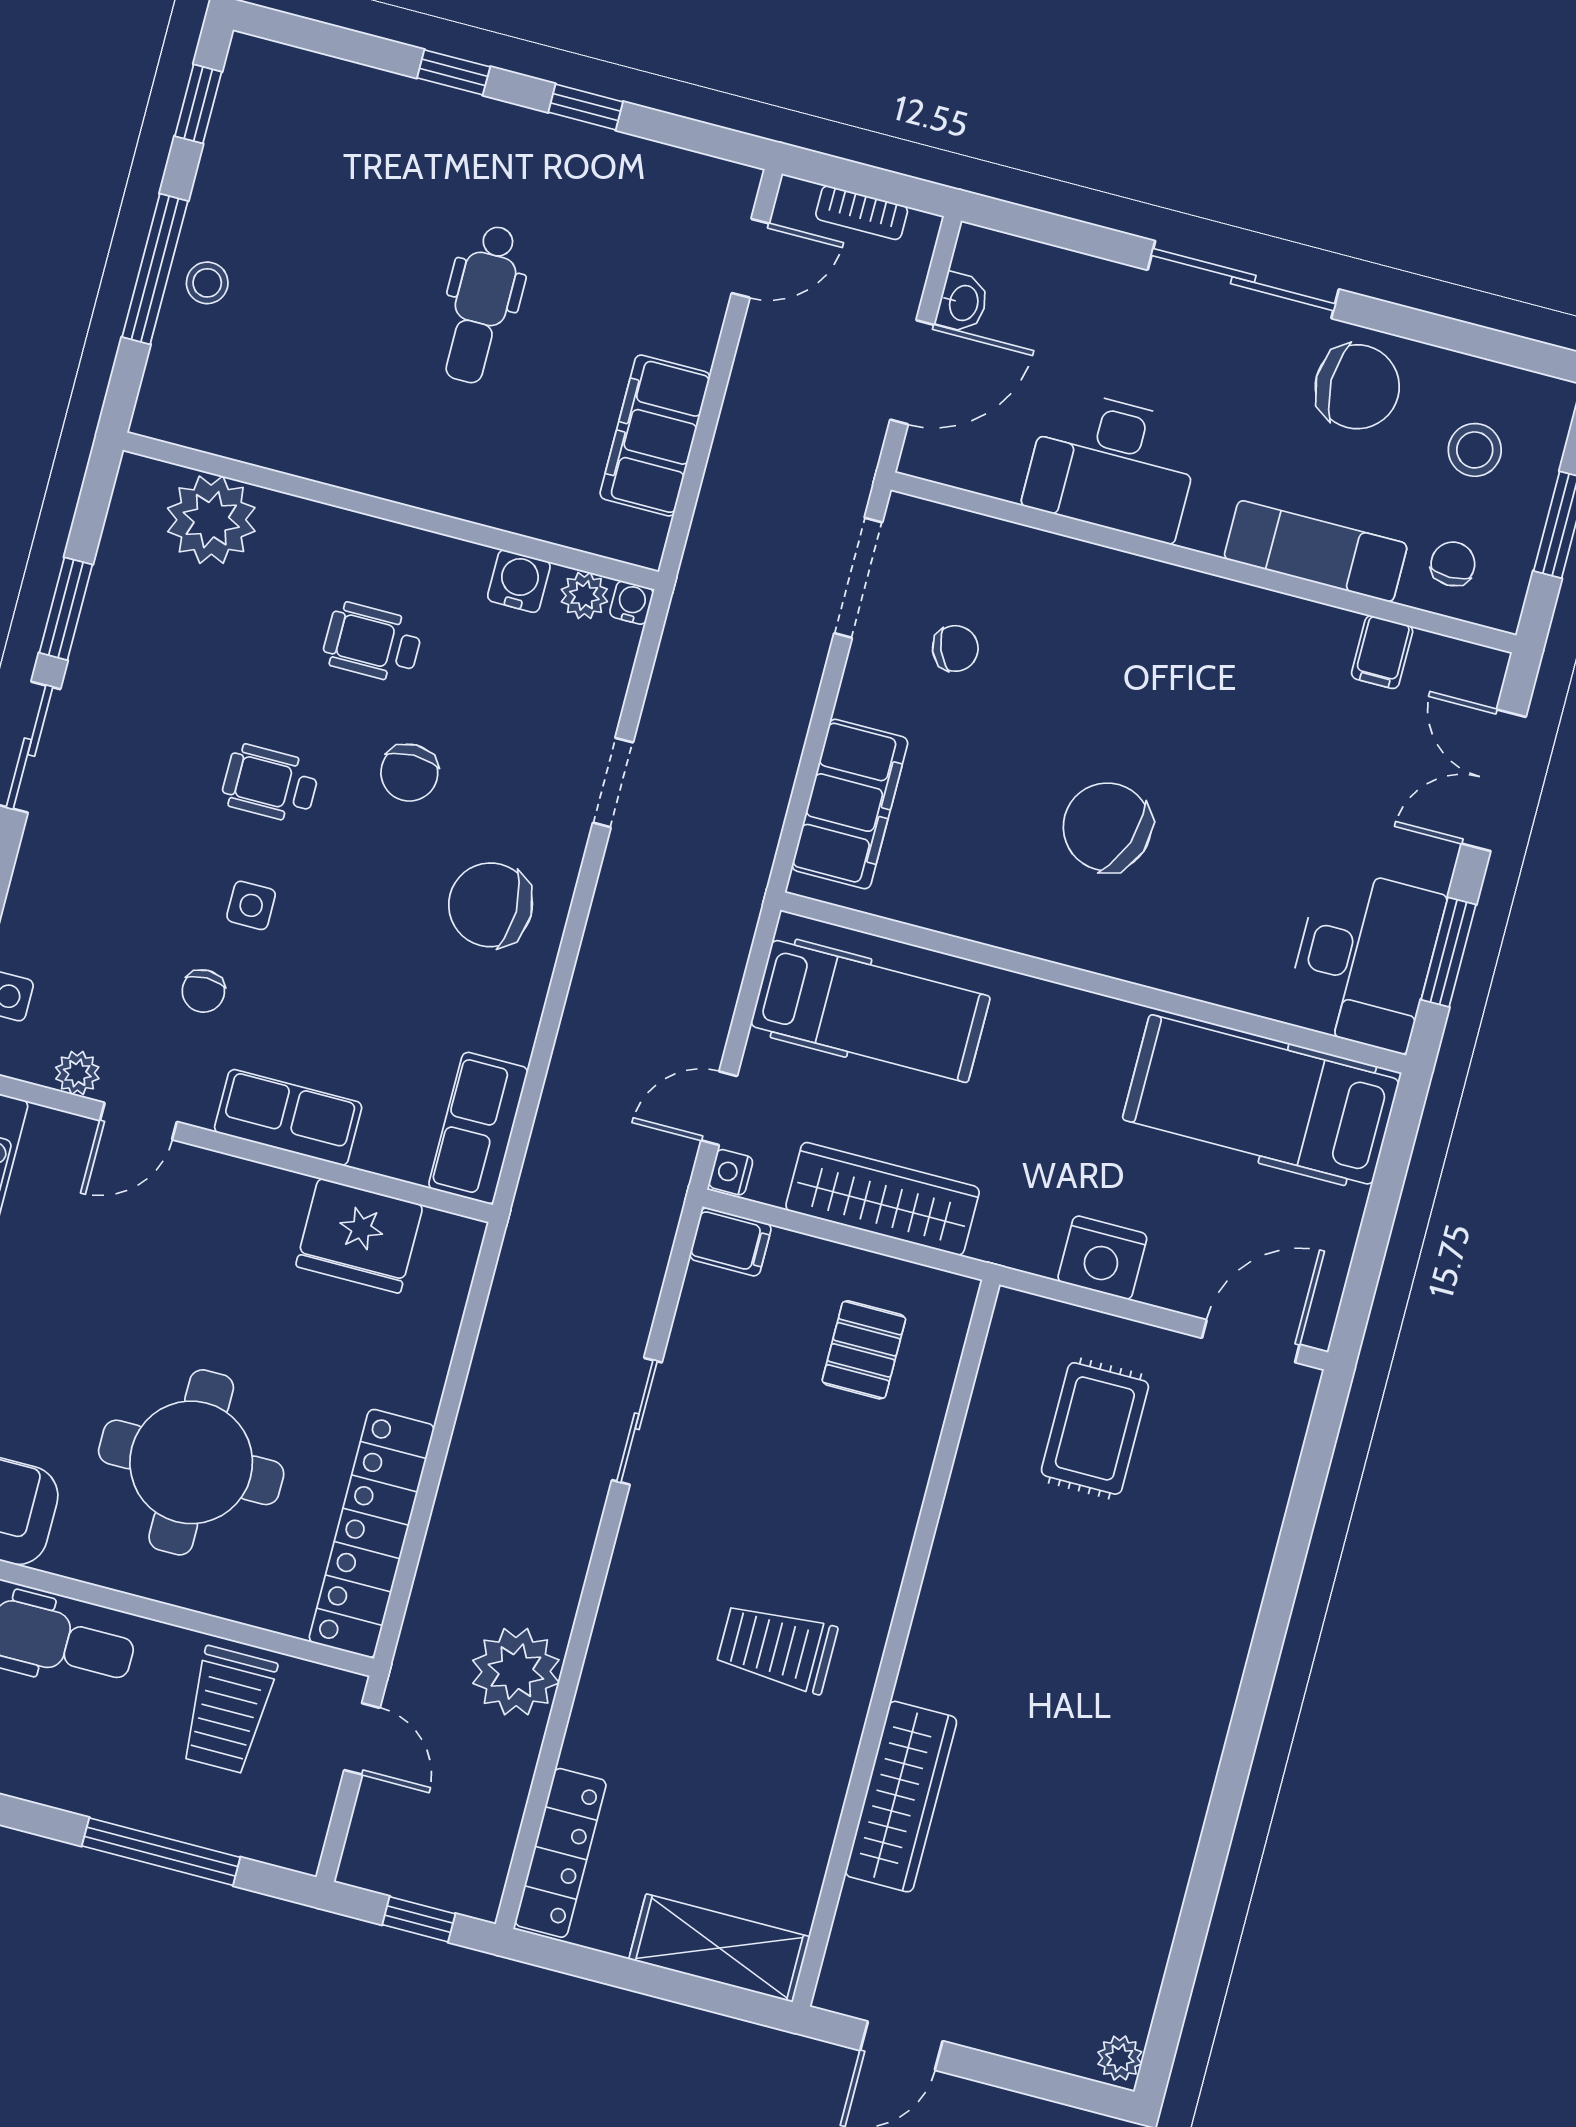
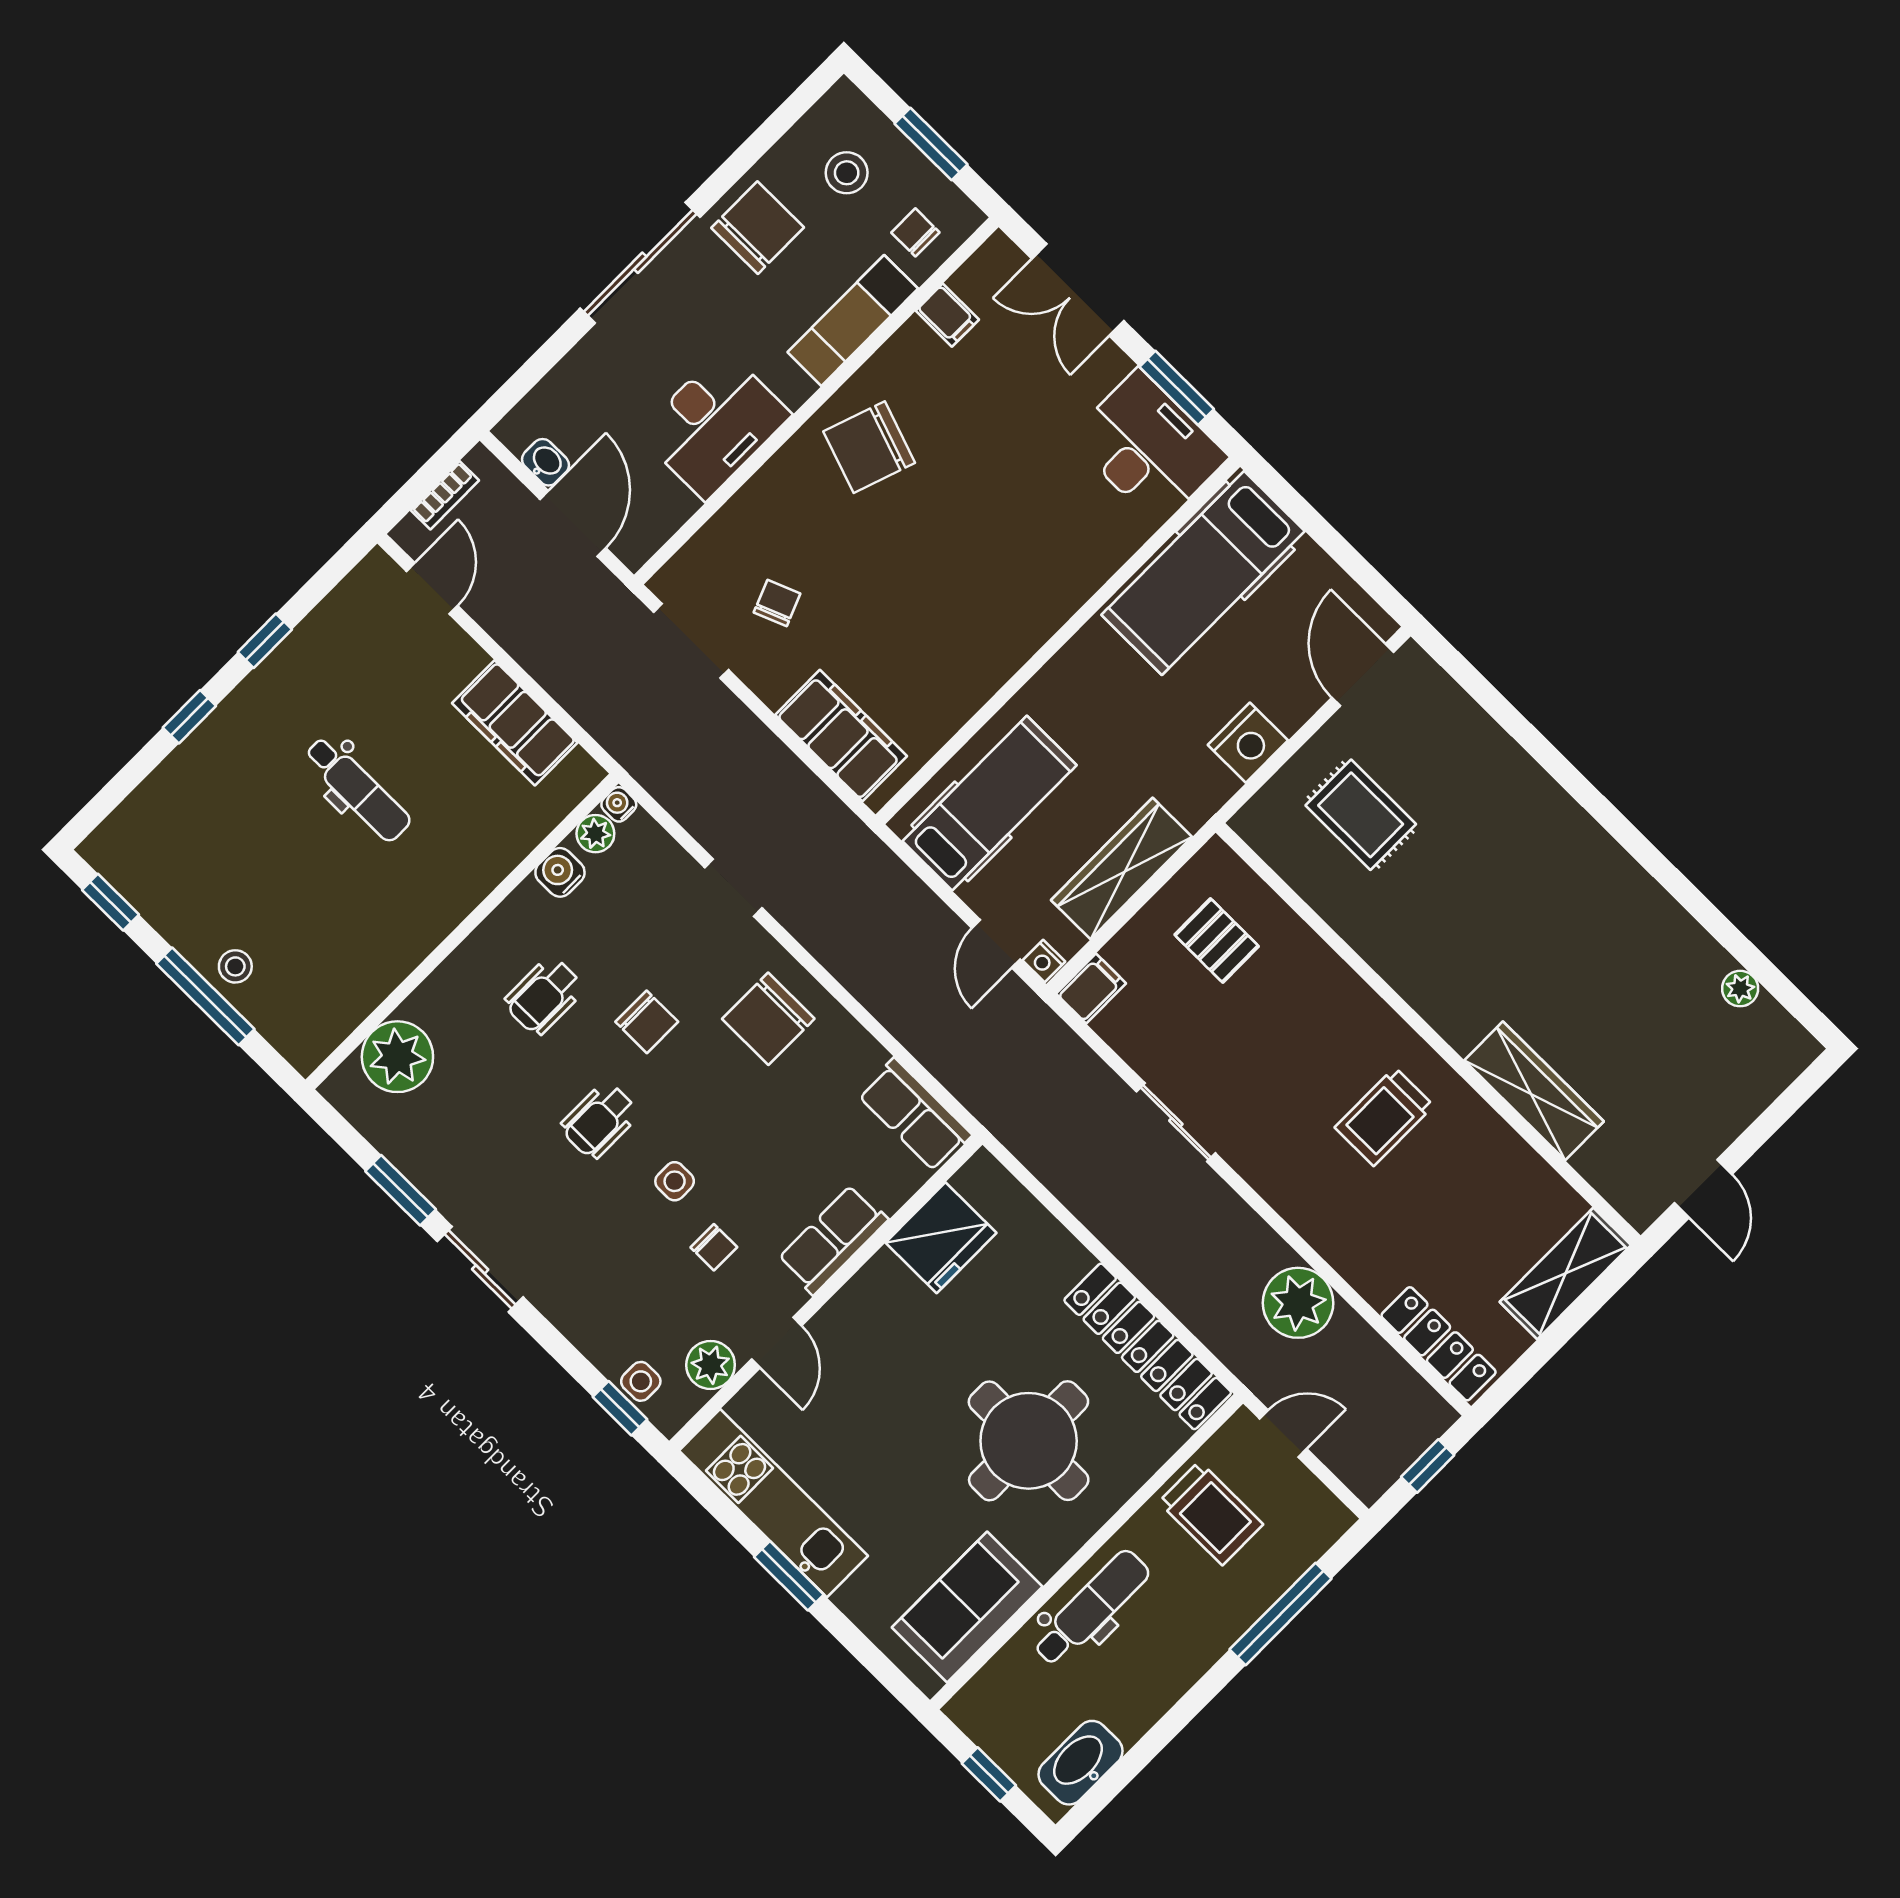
chair: (1107, 827) -> (869, 447), moved
plant: (77, 1073) -> (711, 1365), width x1.38, depth x1.38
plant: (1120, 2058) -> (1740, 989), moved

